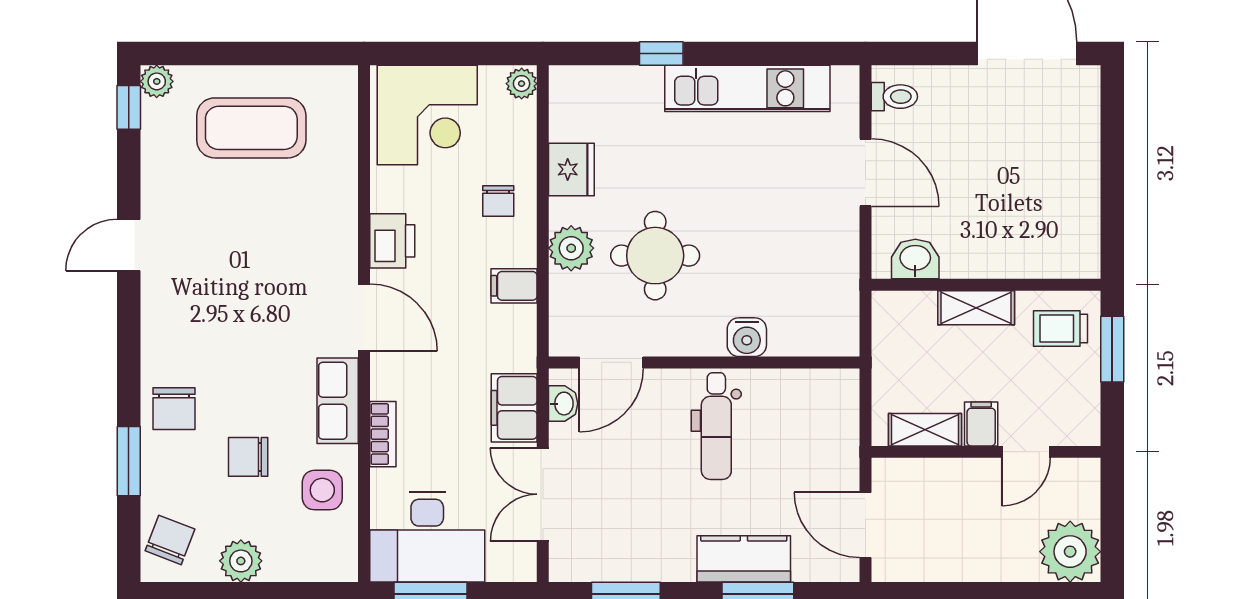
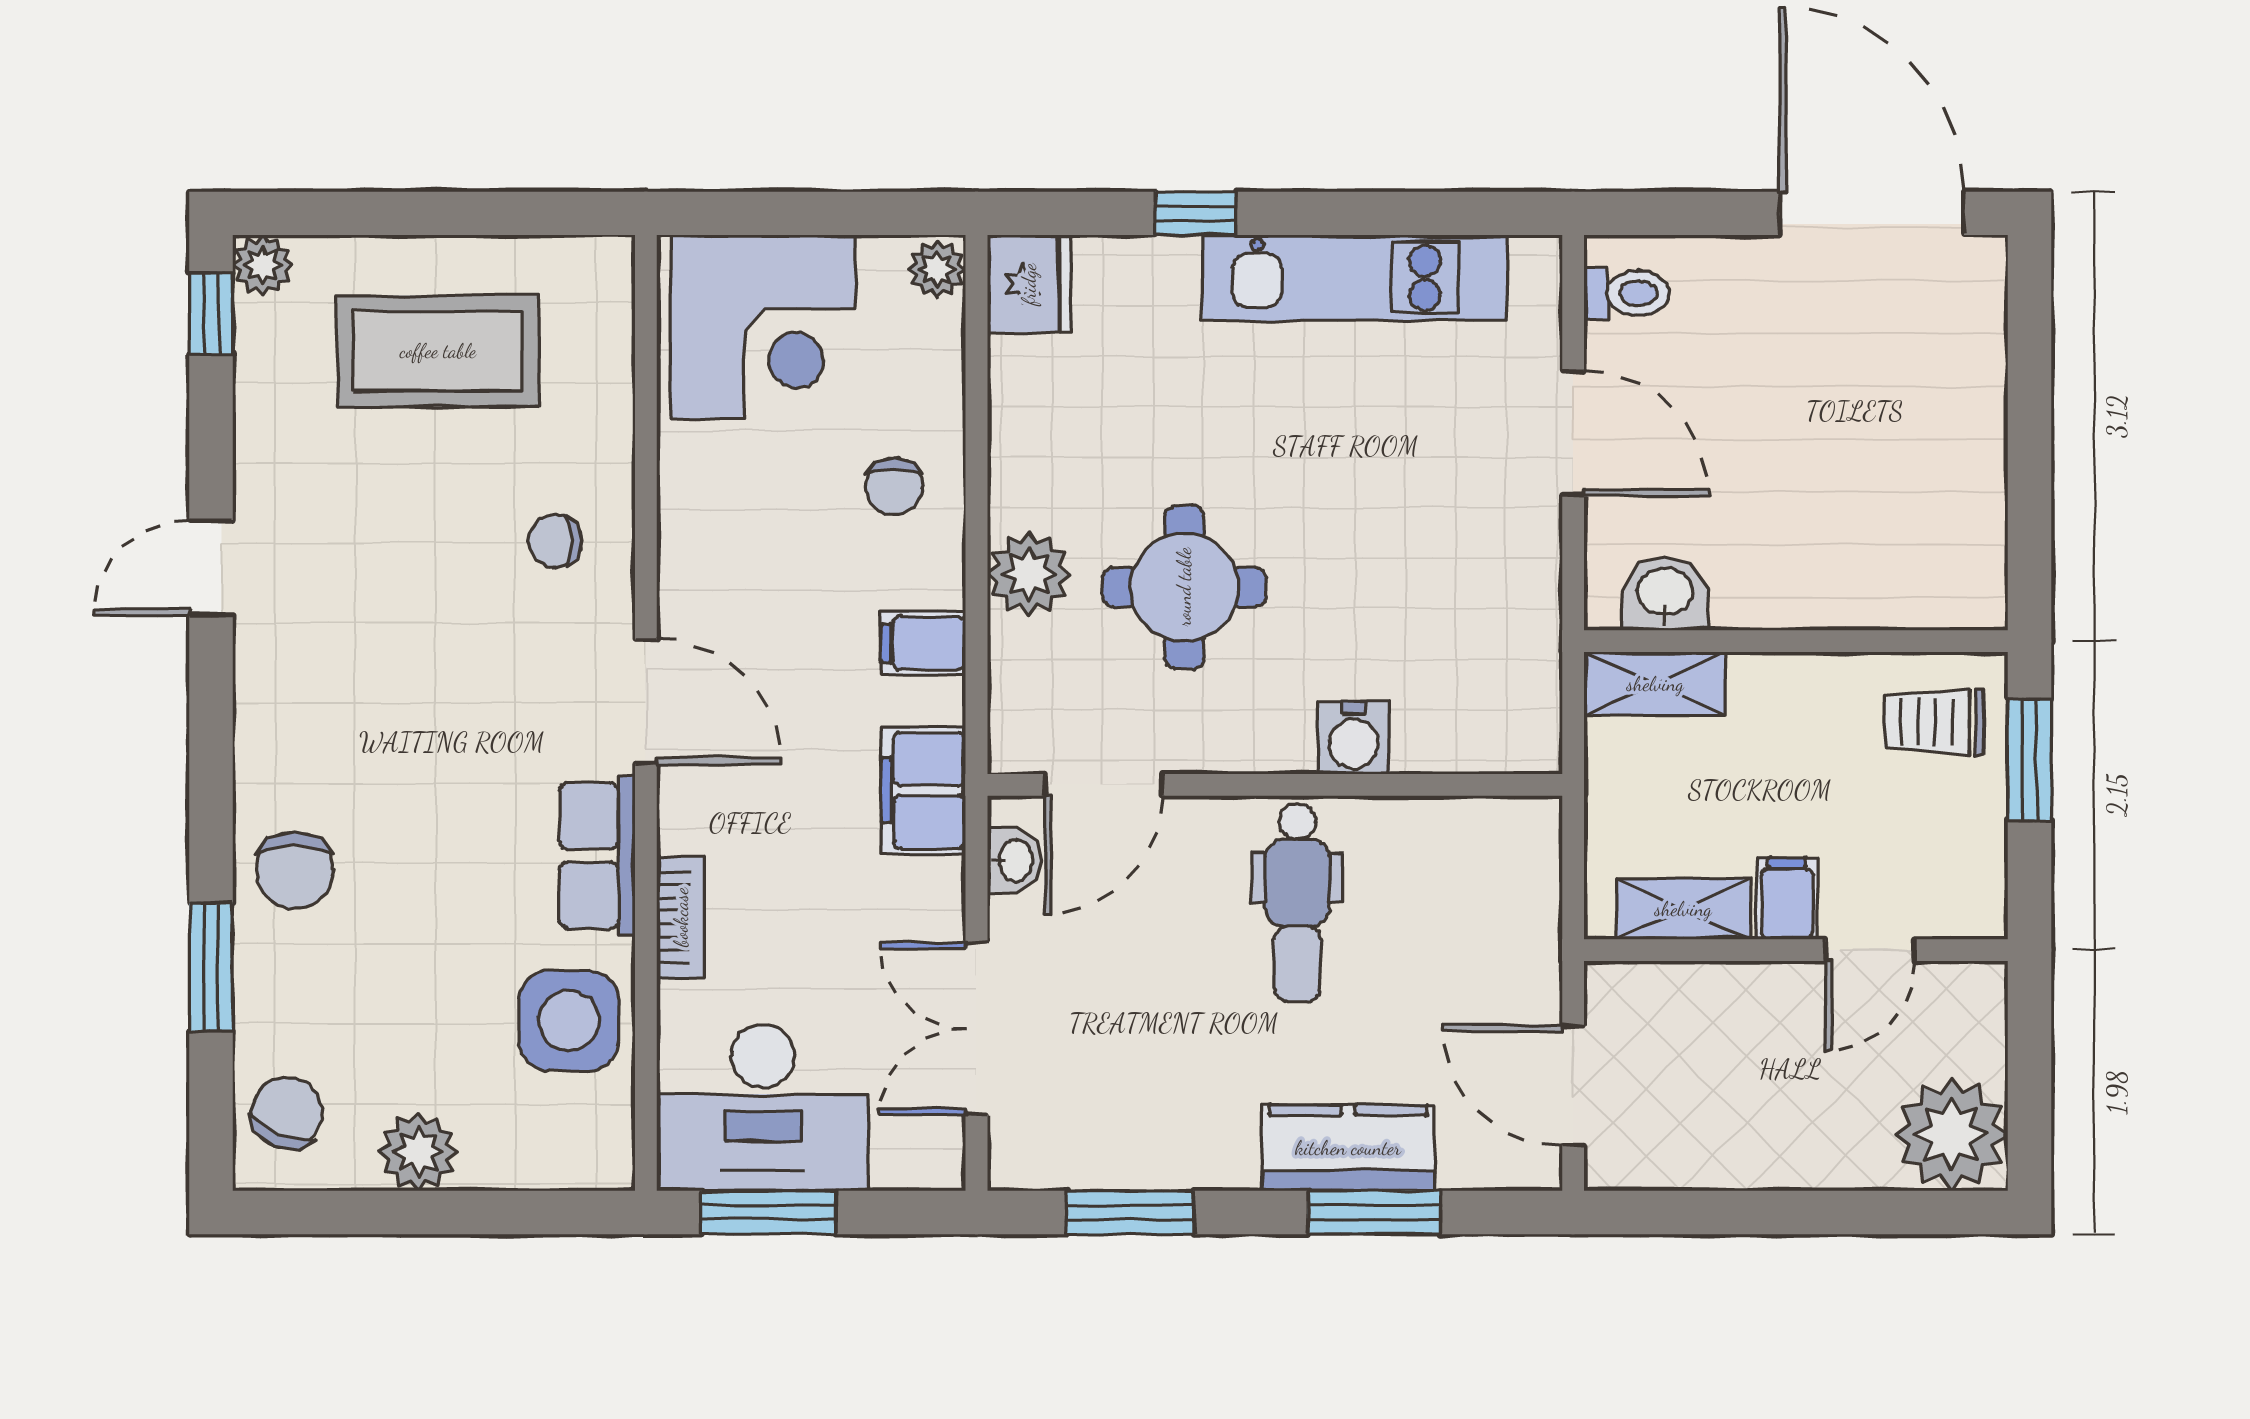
fridge: (571, 169) -> (1029, 284), moved
printer: (392, 241) -> (698, 560), removed
shelving: (976, 308) -> (1655, 684), moved
filing cabinet: (514, 408) -> (924, 790), moved
chair: (248, 457) -> (555, 541), moved, width x0.73, depth x0.73
side table: (322, 490) -> (569, 1021), width x1.37, depth x1.37

